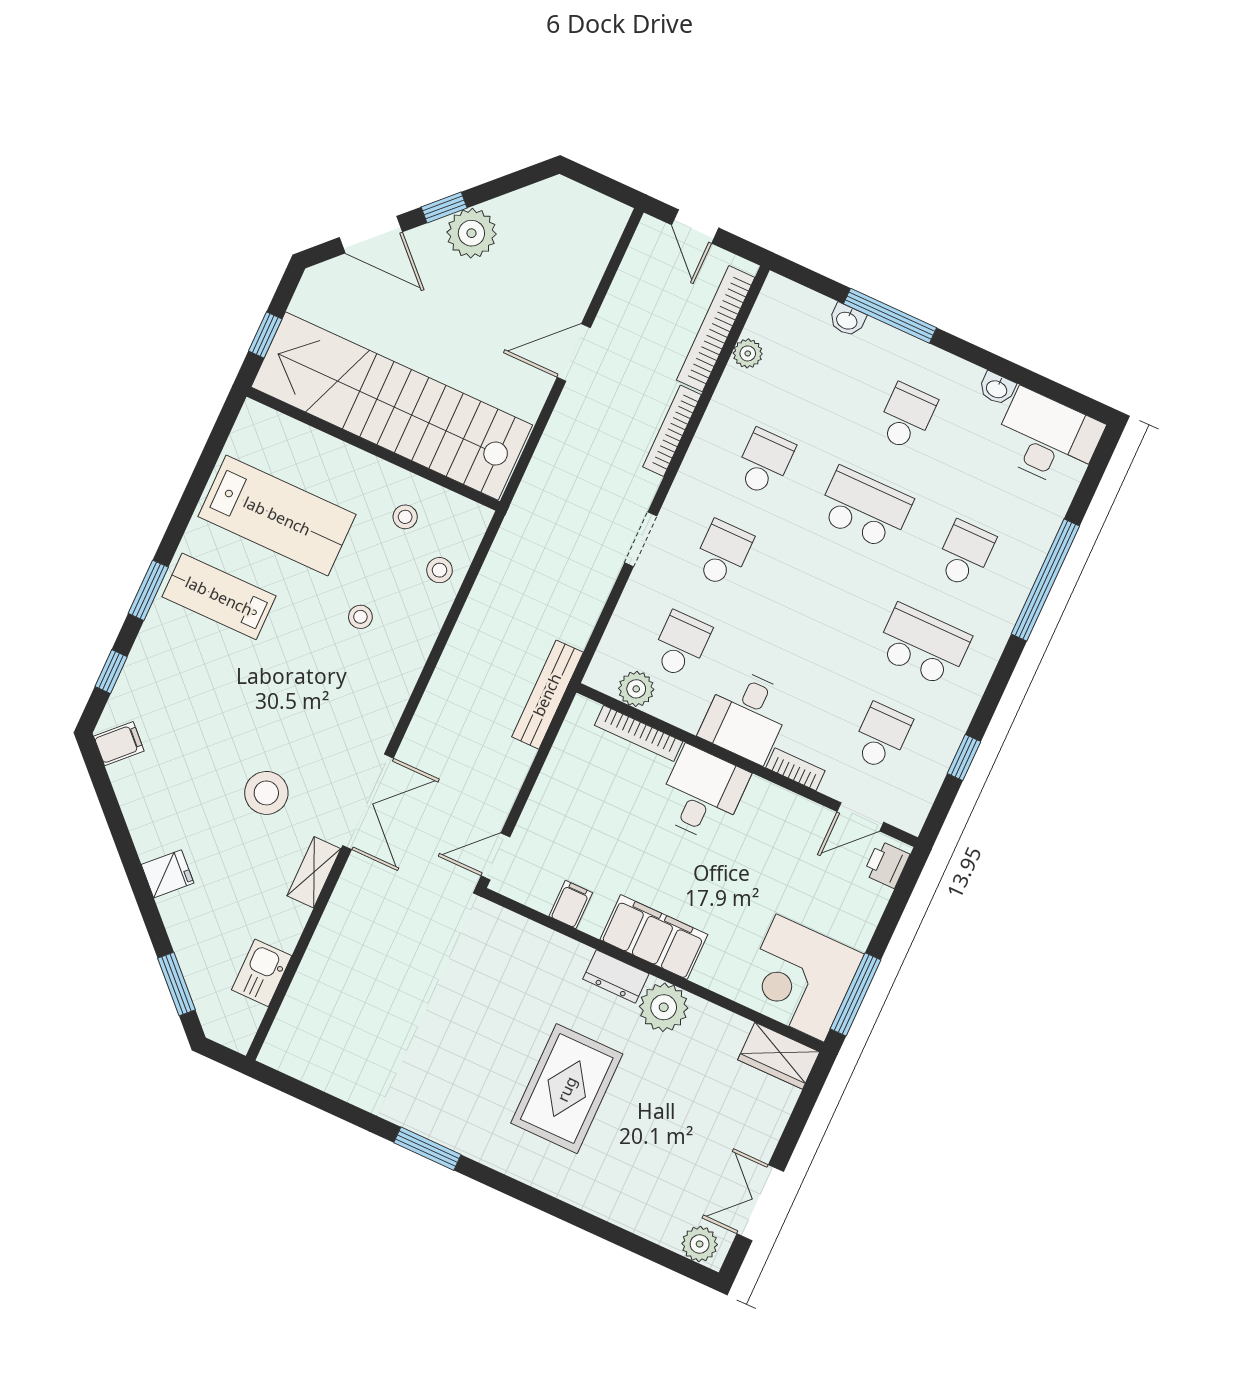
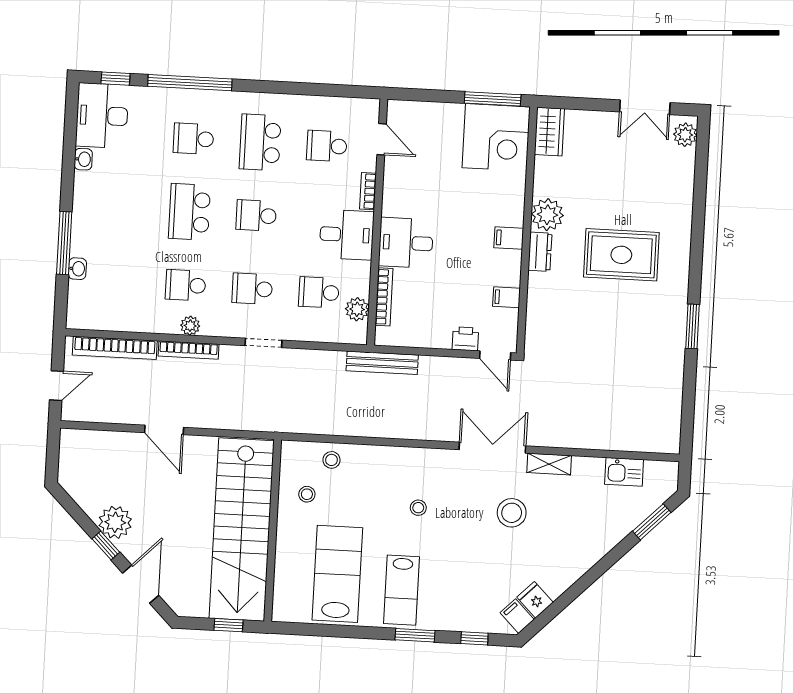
plant: (748, 353) -> (190, 326), moved
school desk: (906, 417) -> (256, 216), moved
stool: (360, 617) -> (418, 508), moved
window: (964, 758) -> (116, 79), moved
printer: (886, 864) -> (465, 339), moved, turned 180
fridge: (167, 874) -> (535, 600), moved
filing cabinet: (654, 937) -> (509, 238), width x0.33, depth x0.86

